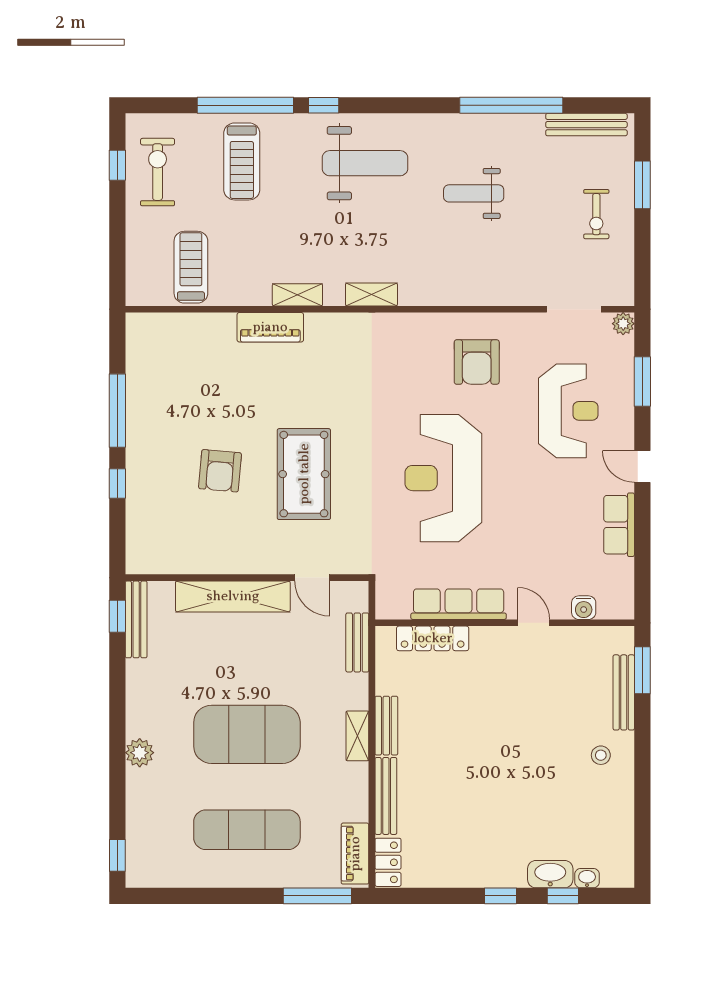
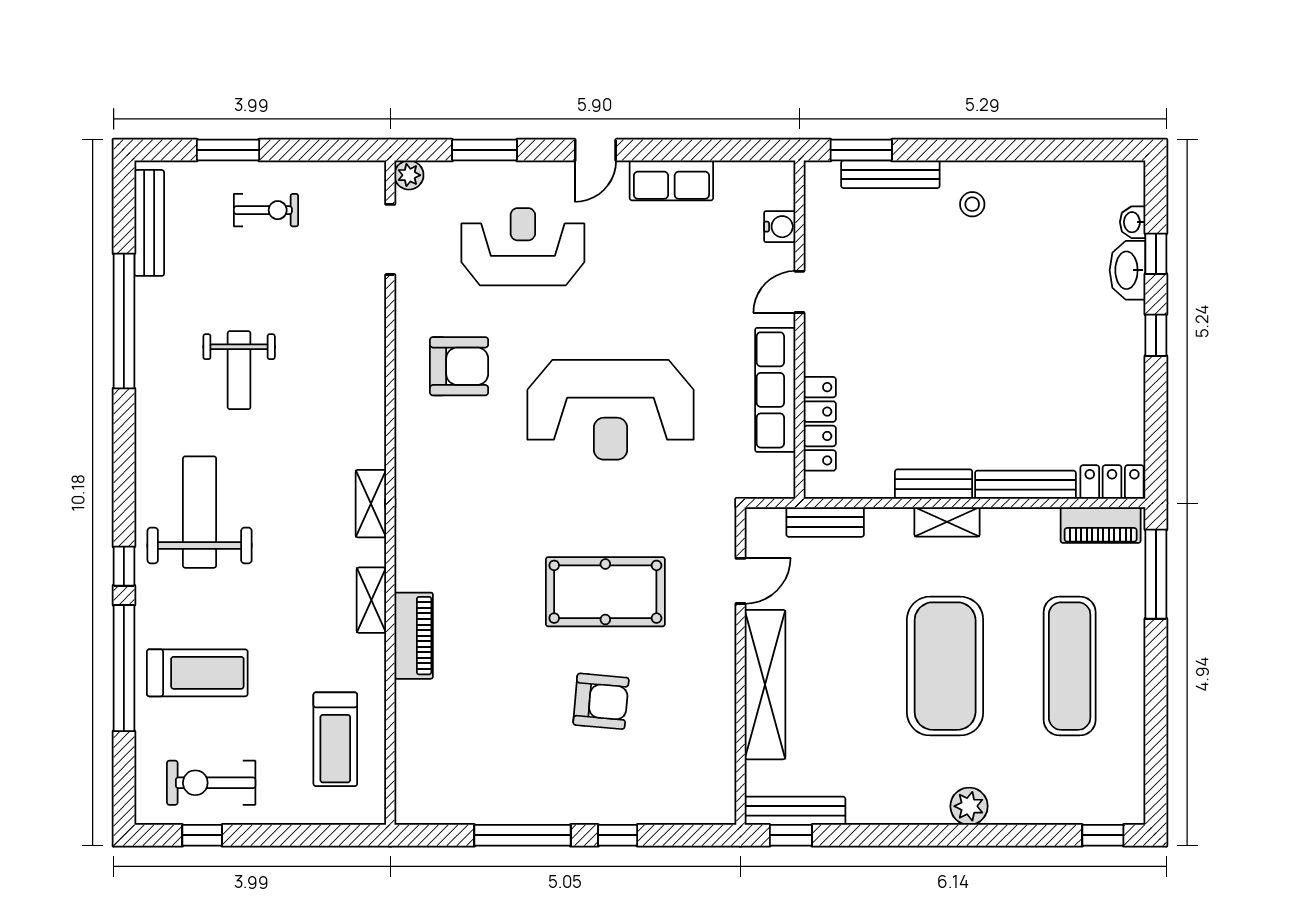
treadmill: (191, 267) -> (335, 739), turned -90

